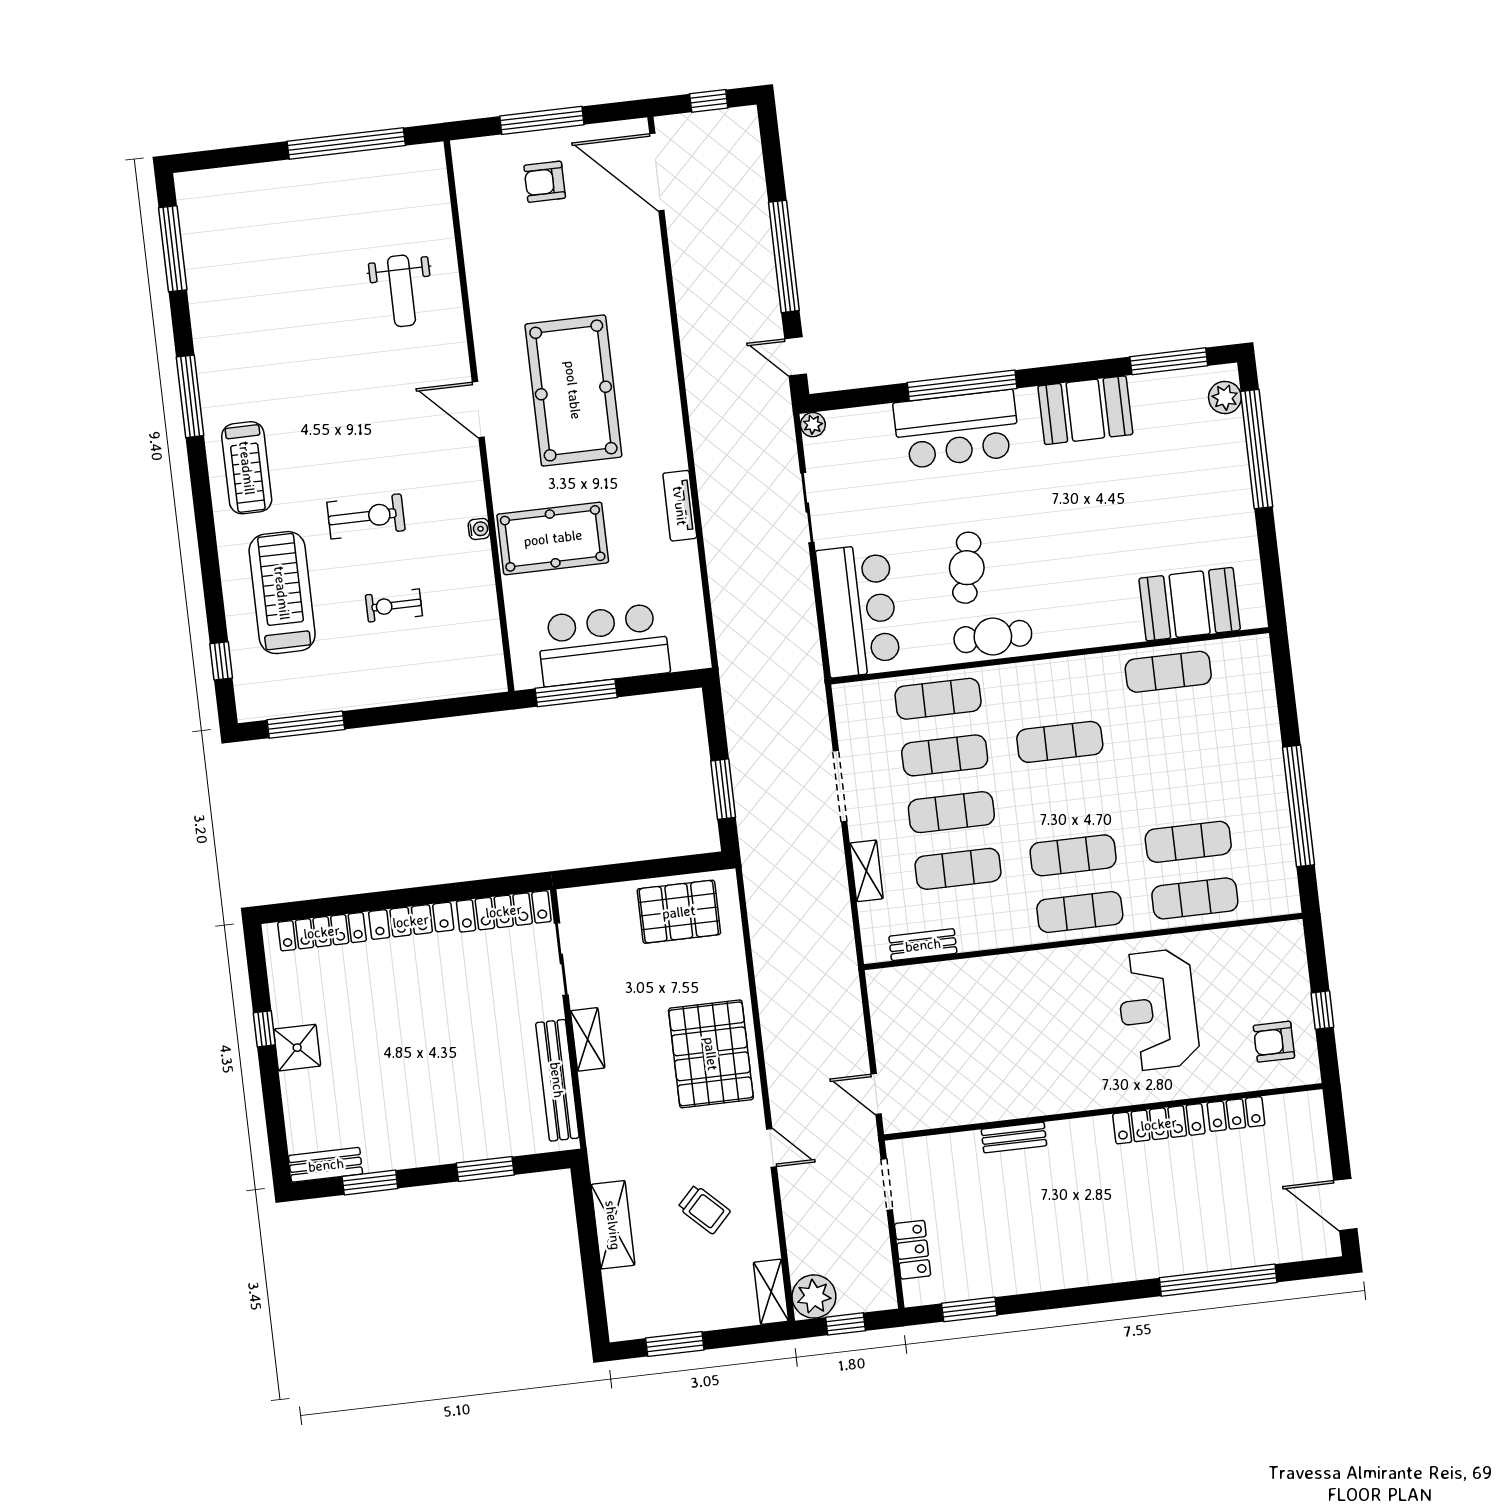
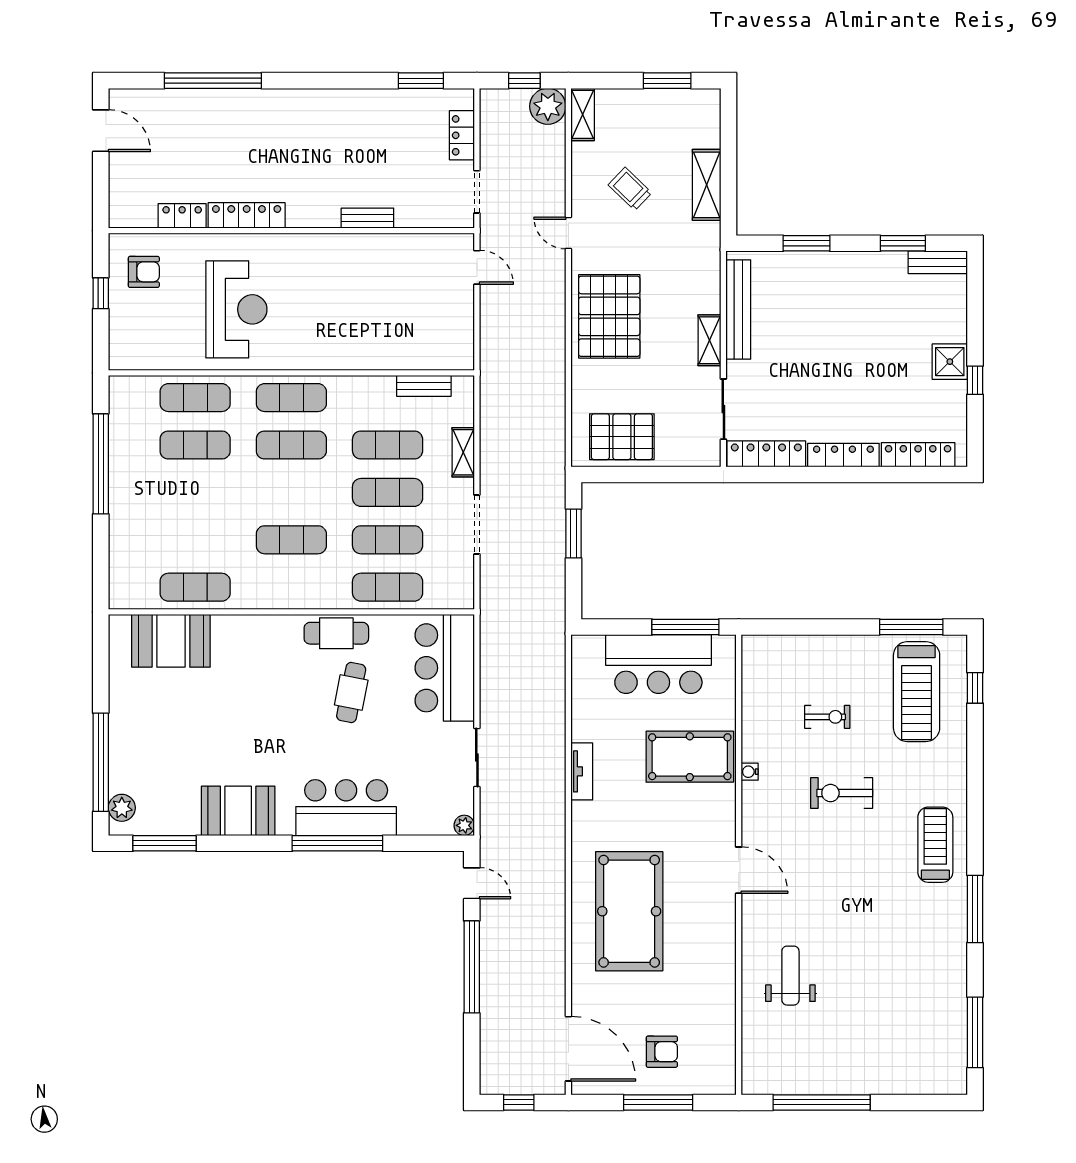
pool table: (573, 390) -> (629, 911), moved
treadmill: (282, 593) -> (917, 692), moved

